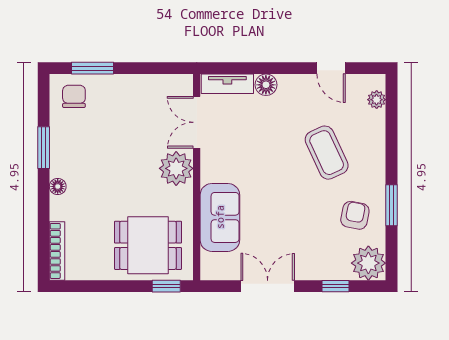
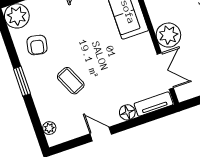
door: (331, 68) -> (101, 134), moved
coffee table: (327, 153) -> (71, 81), width x0.73, depth x0.77
window: (391, 205) -> (22, 81), moved

